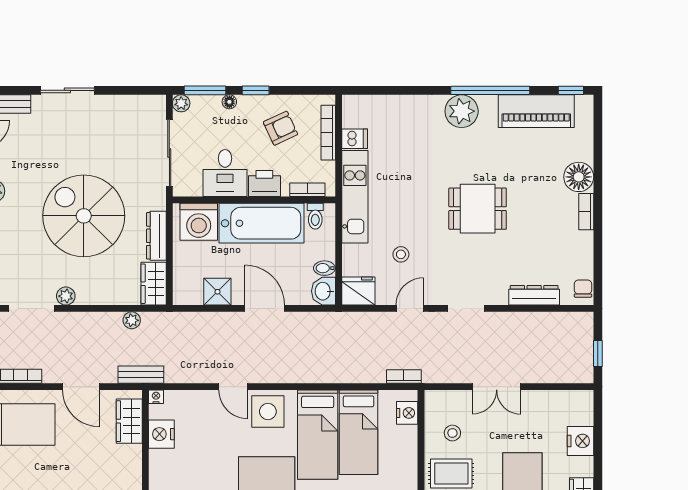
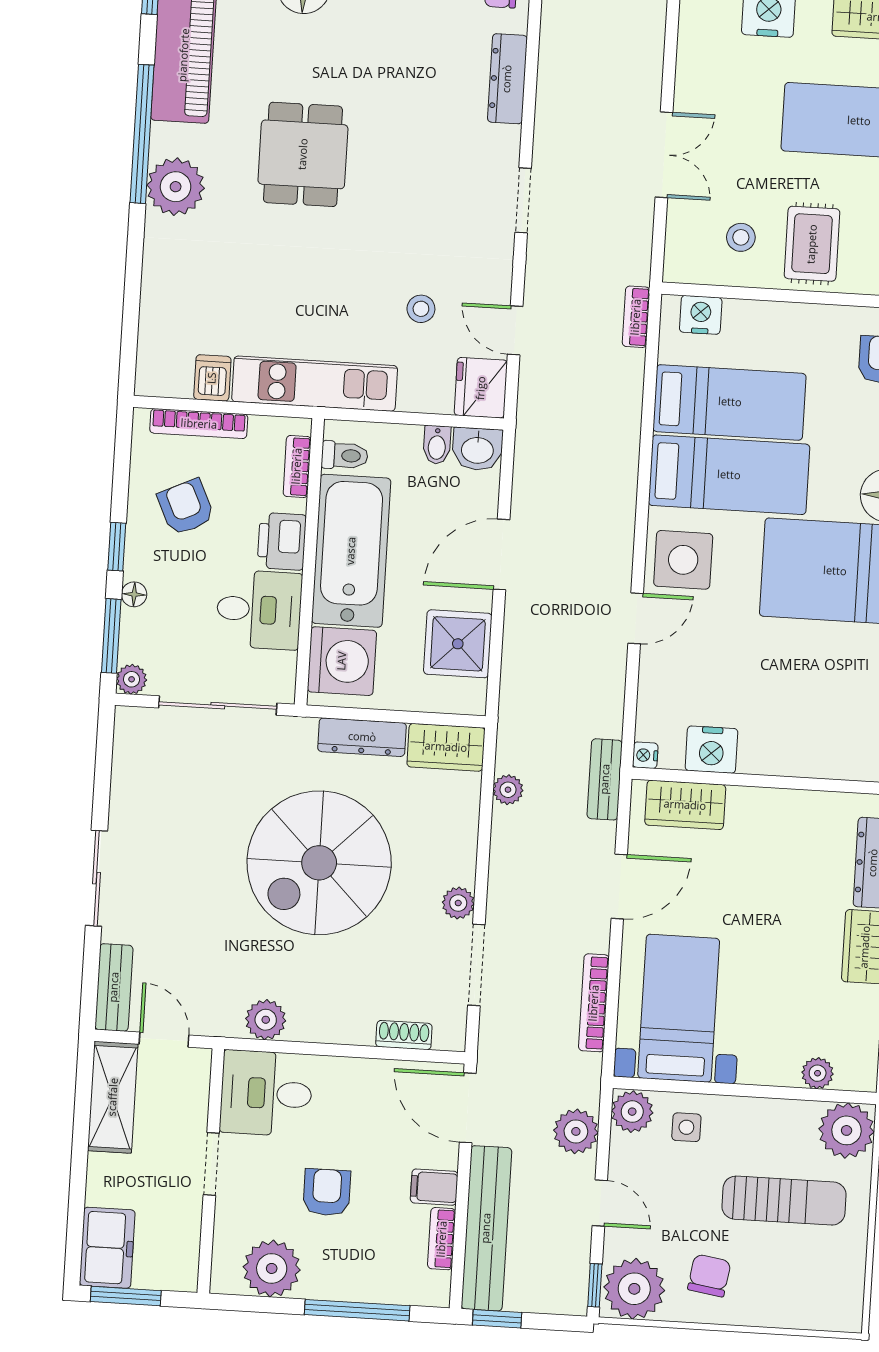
dining table: (478, 209) -> (303, 154), moved
shower: (217, 292) -> (458, 644), width x1.36, depth x1.36
door: (410, 308) -> (515, 330), moved

